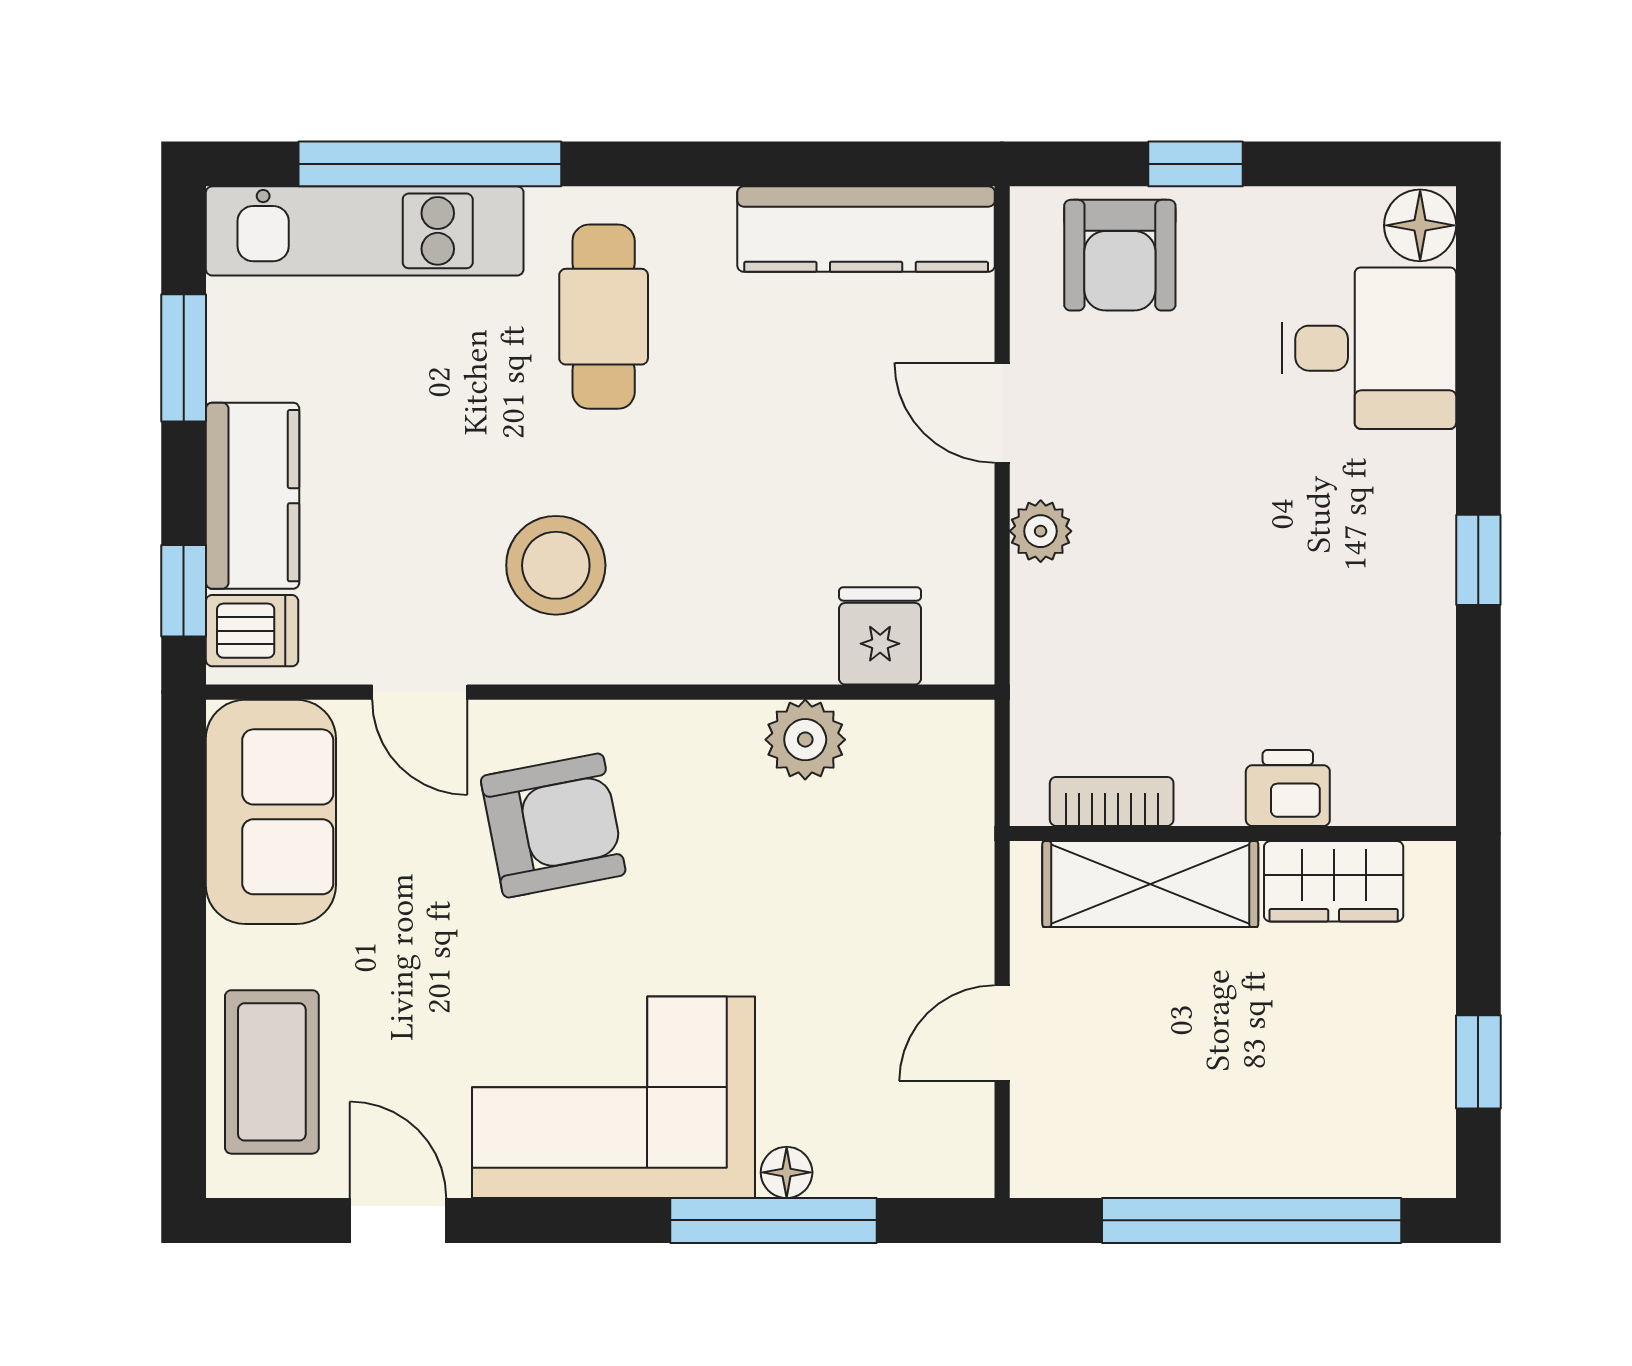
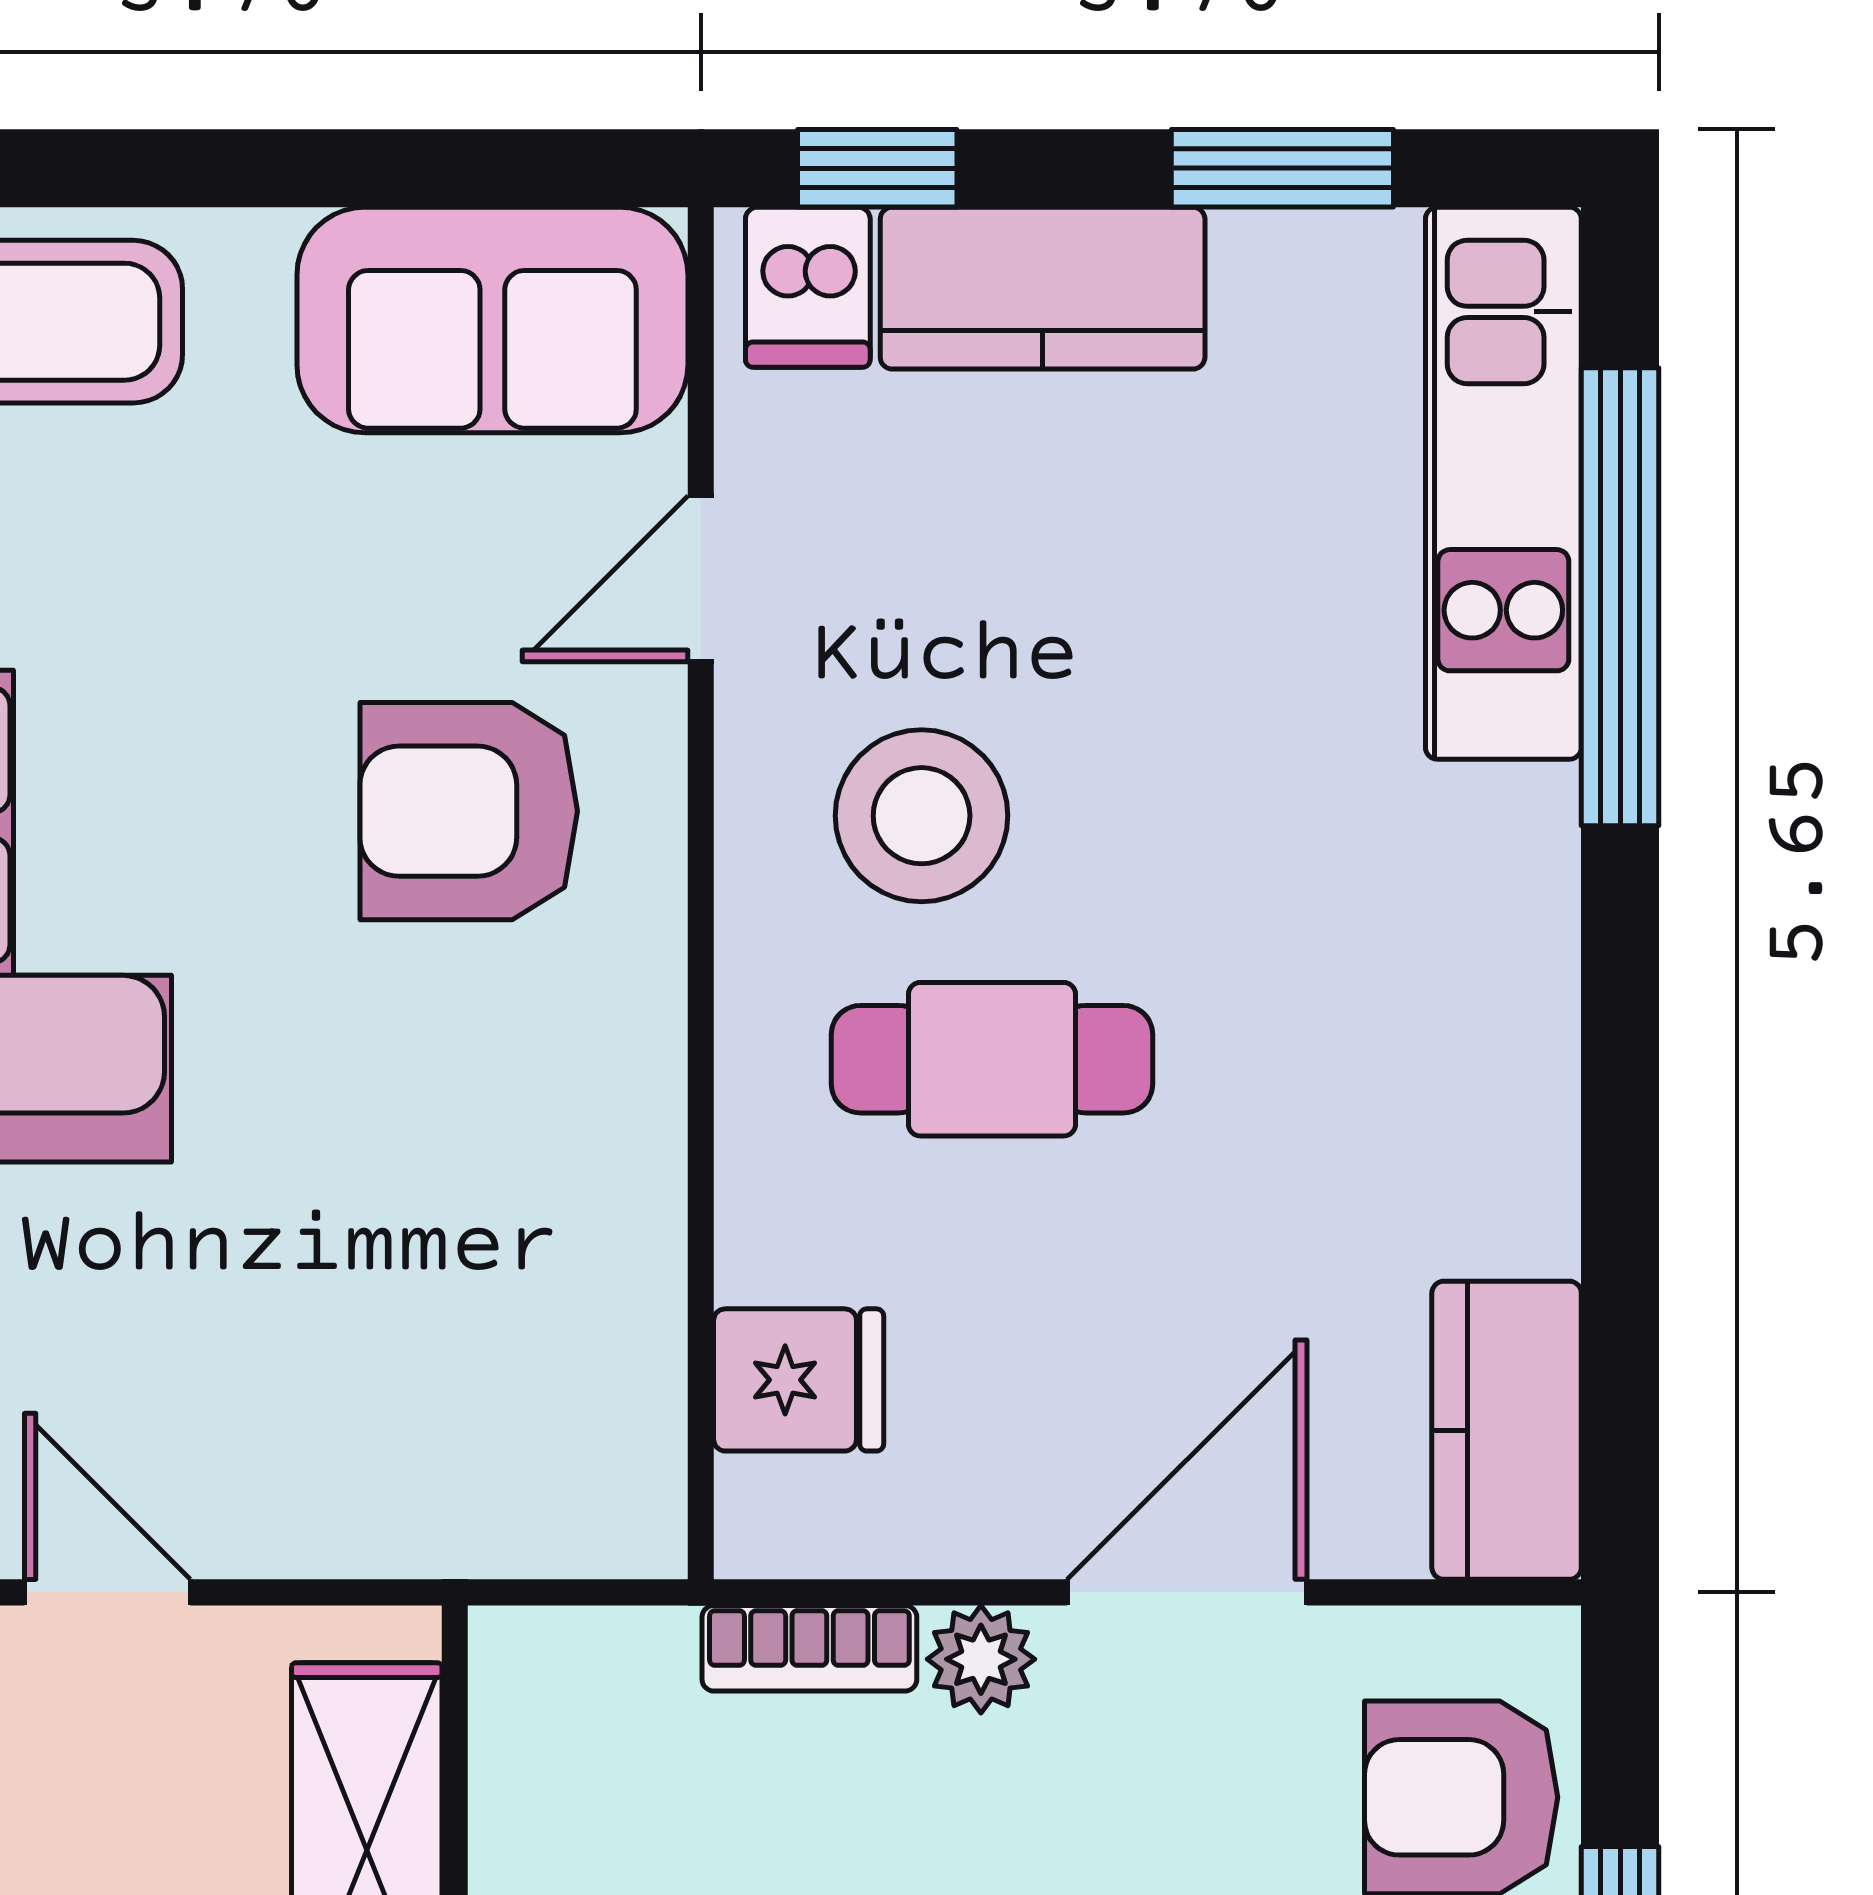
kitchen counter: (866, 229) -> (1507, 1430), width x0.67
cafe table: (604, 317) -> (992, 1059), moved
door: (1002, 413) -> (1187, 1592), width x1.38
plant: (805, 740) -> (618, 1250), removed
bookcase: (1112, 801) -> (809, 1648), moved, turned 90
armchair: (553, 825) -> (469, 811), turned 101

